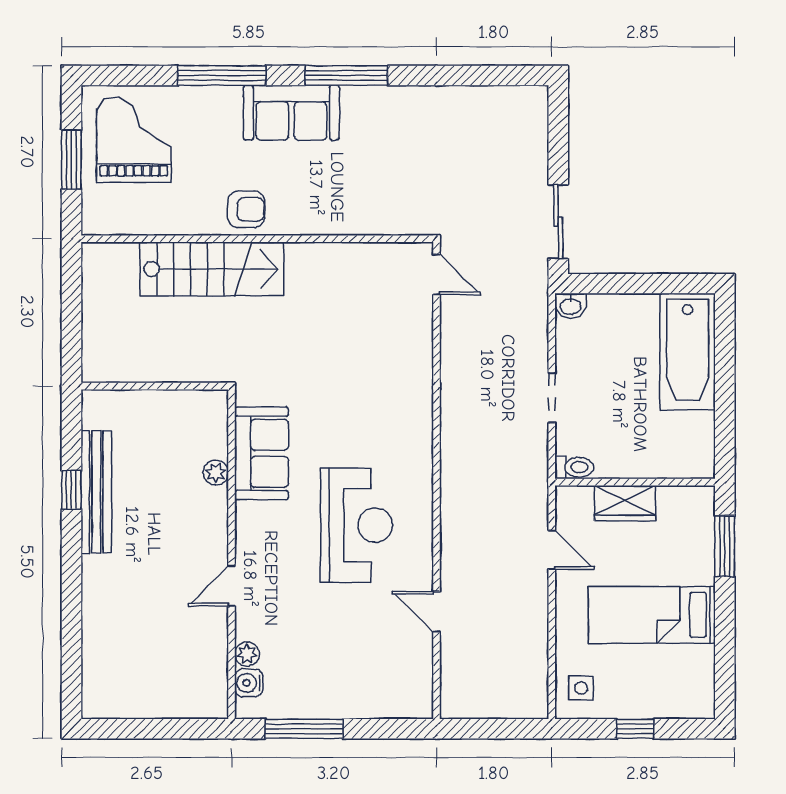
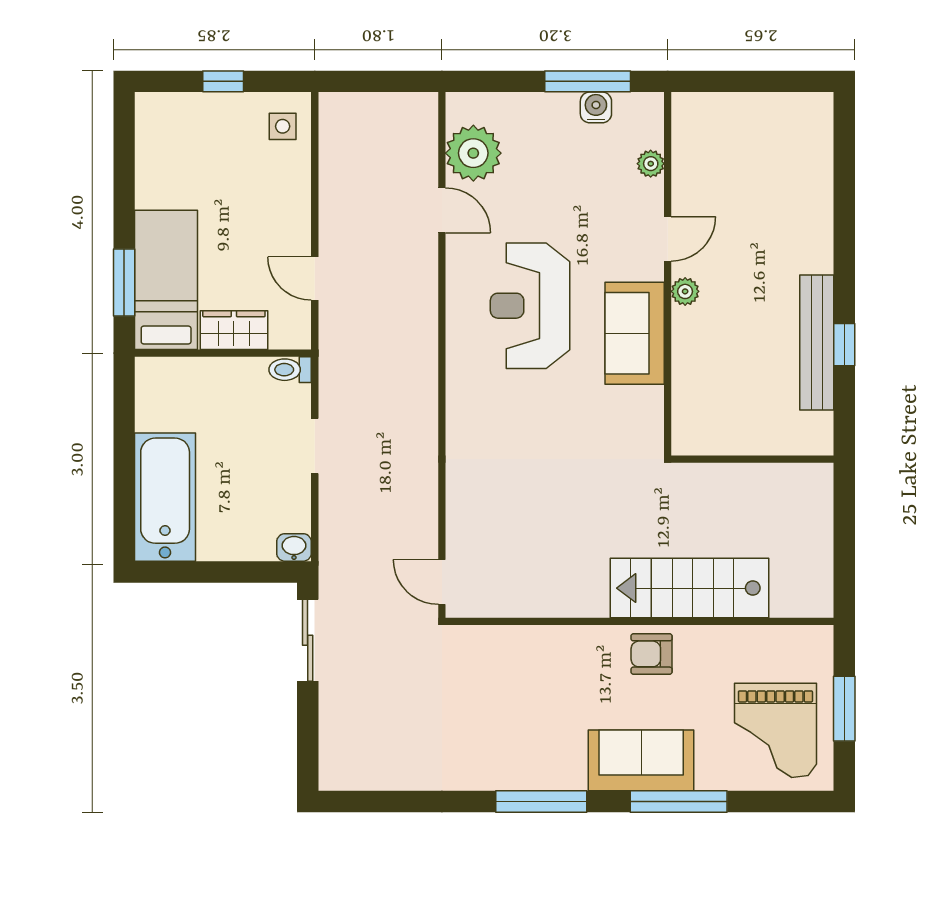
sofa: (291, 113) -> (641, 760), moved
sofa: (262, 453) -> (635, 333), moved
plant: (216, 473) -> (685, 291), moved
bed: (652, 615) -> (166, 280), moved, turned -90
plant: (408, 664) -> (473, 153), added
water cooler: (249, 683) -> (596, 107), moved, turned -90

